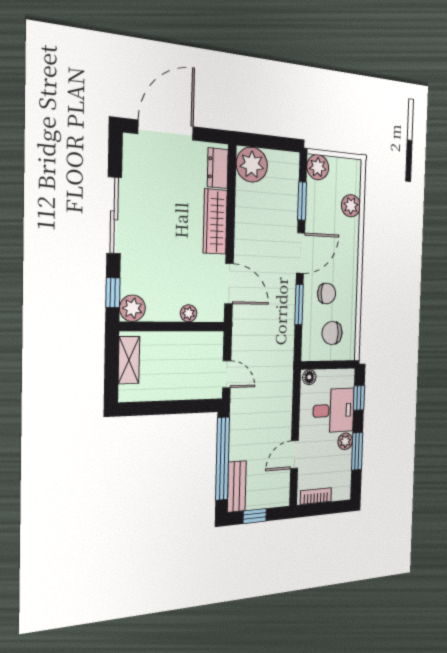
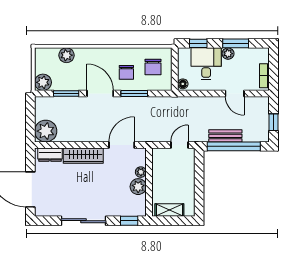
chair: (327, 293) -> (126, 72), turned 180
plant: (132, 308) -> (138, 187), moved
bench: (237, 486) -> (225, 136), moved

